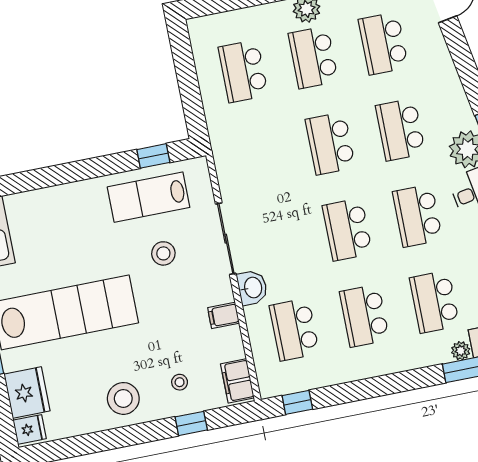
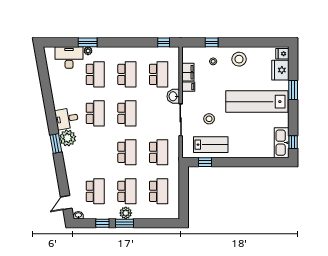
school desk: (400, 130) -> (159, 152), moved
filing cabinet: (237, 381) -> (188, 72), moved

